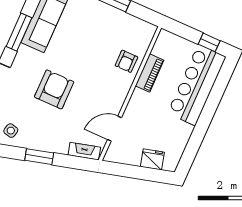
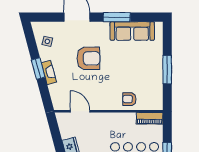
piano: (150, 73) -> (150, 118), moved
fireplace: (84, 151) -> (49, 72), moved

